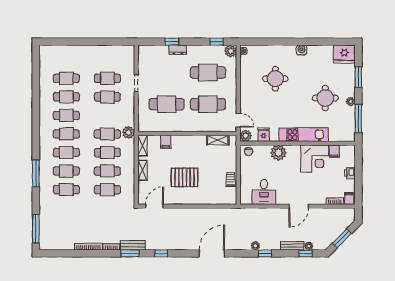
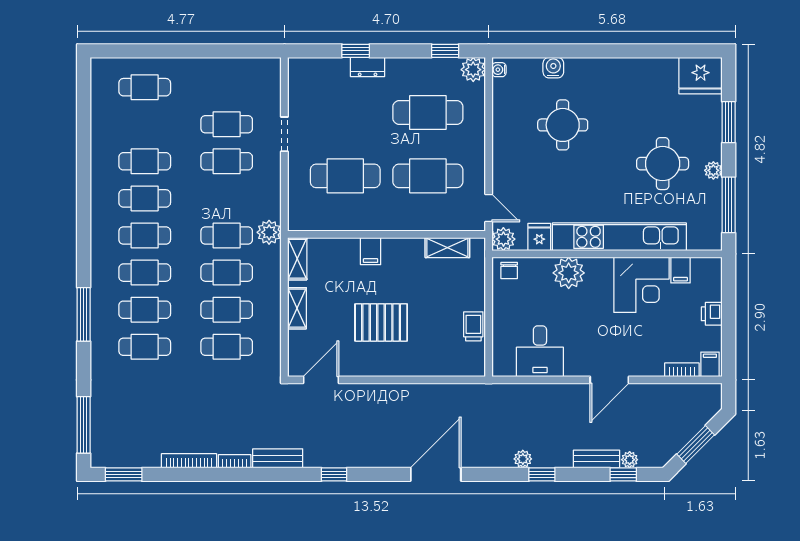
water cooler: (302, 50) -> (553, 68), moved
cafe table: (66, 78) -> (145, 87), moved
kitchen unit: (304, 135) -> (619, 237), width x1.36
filing cabinet: (166, 142) -> (371, 251), moved
window: (130, 253) -> (124, 474), moved

